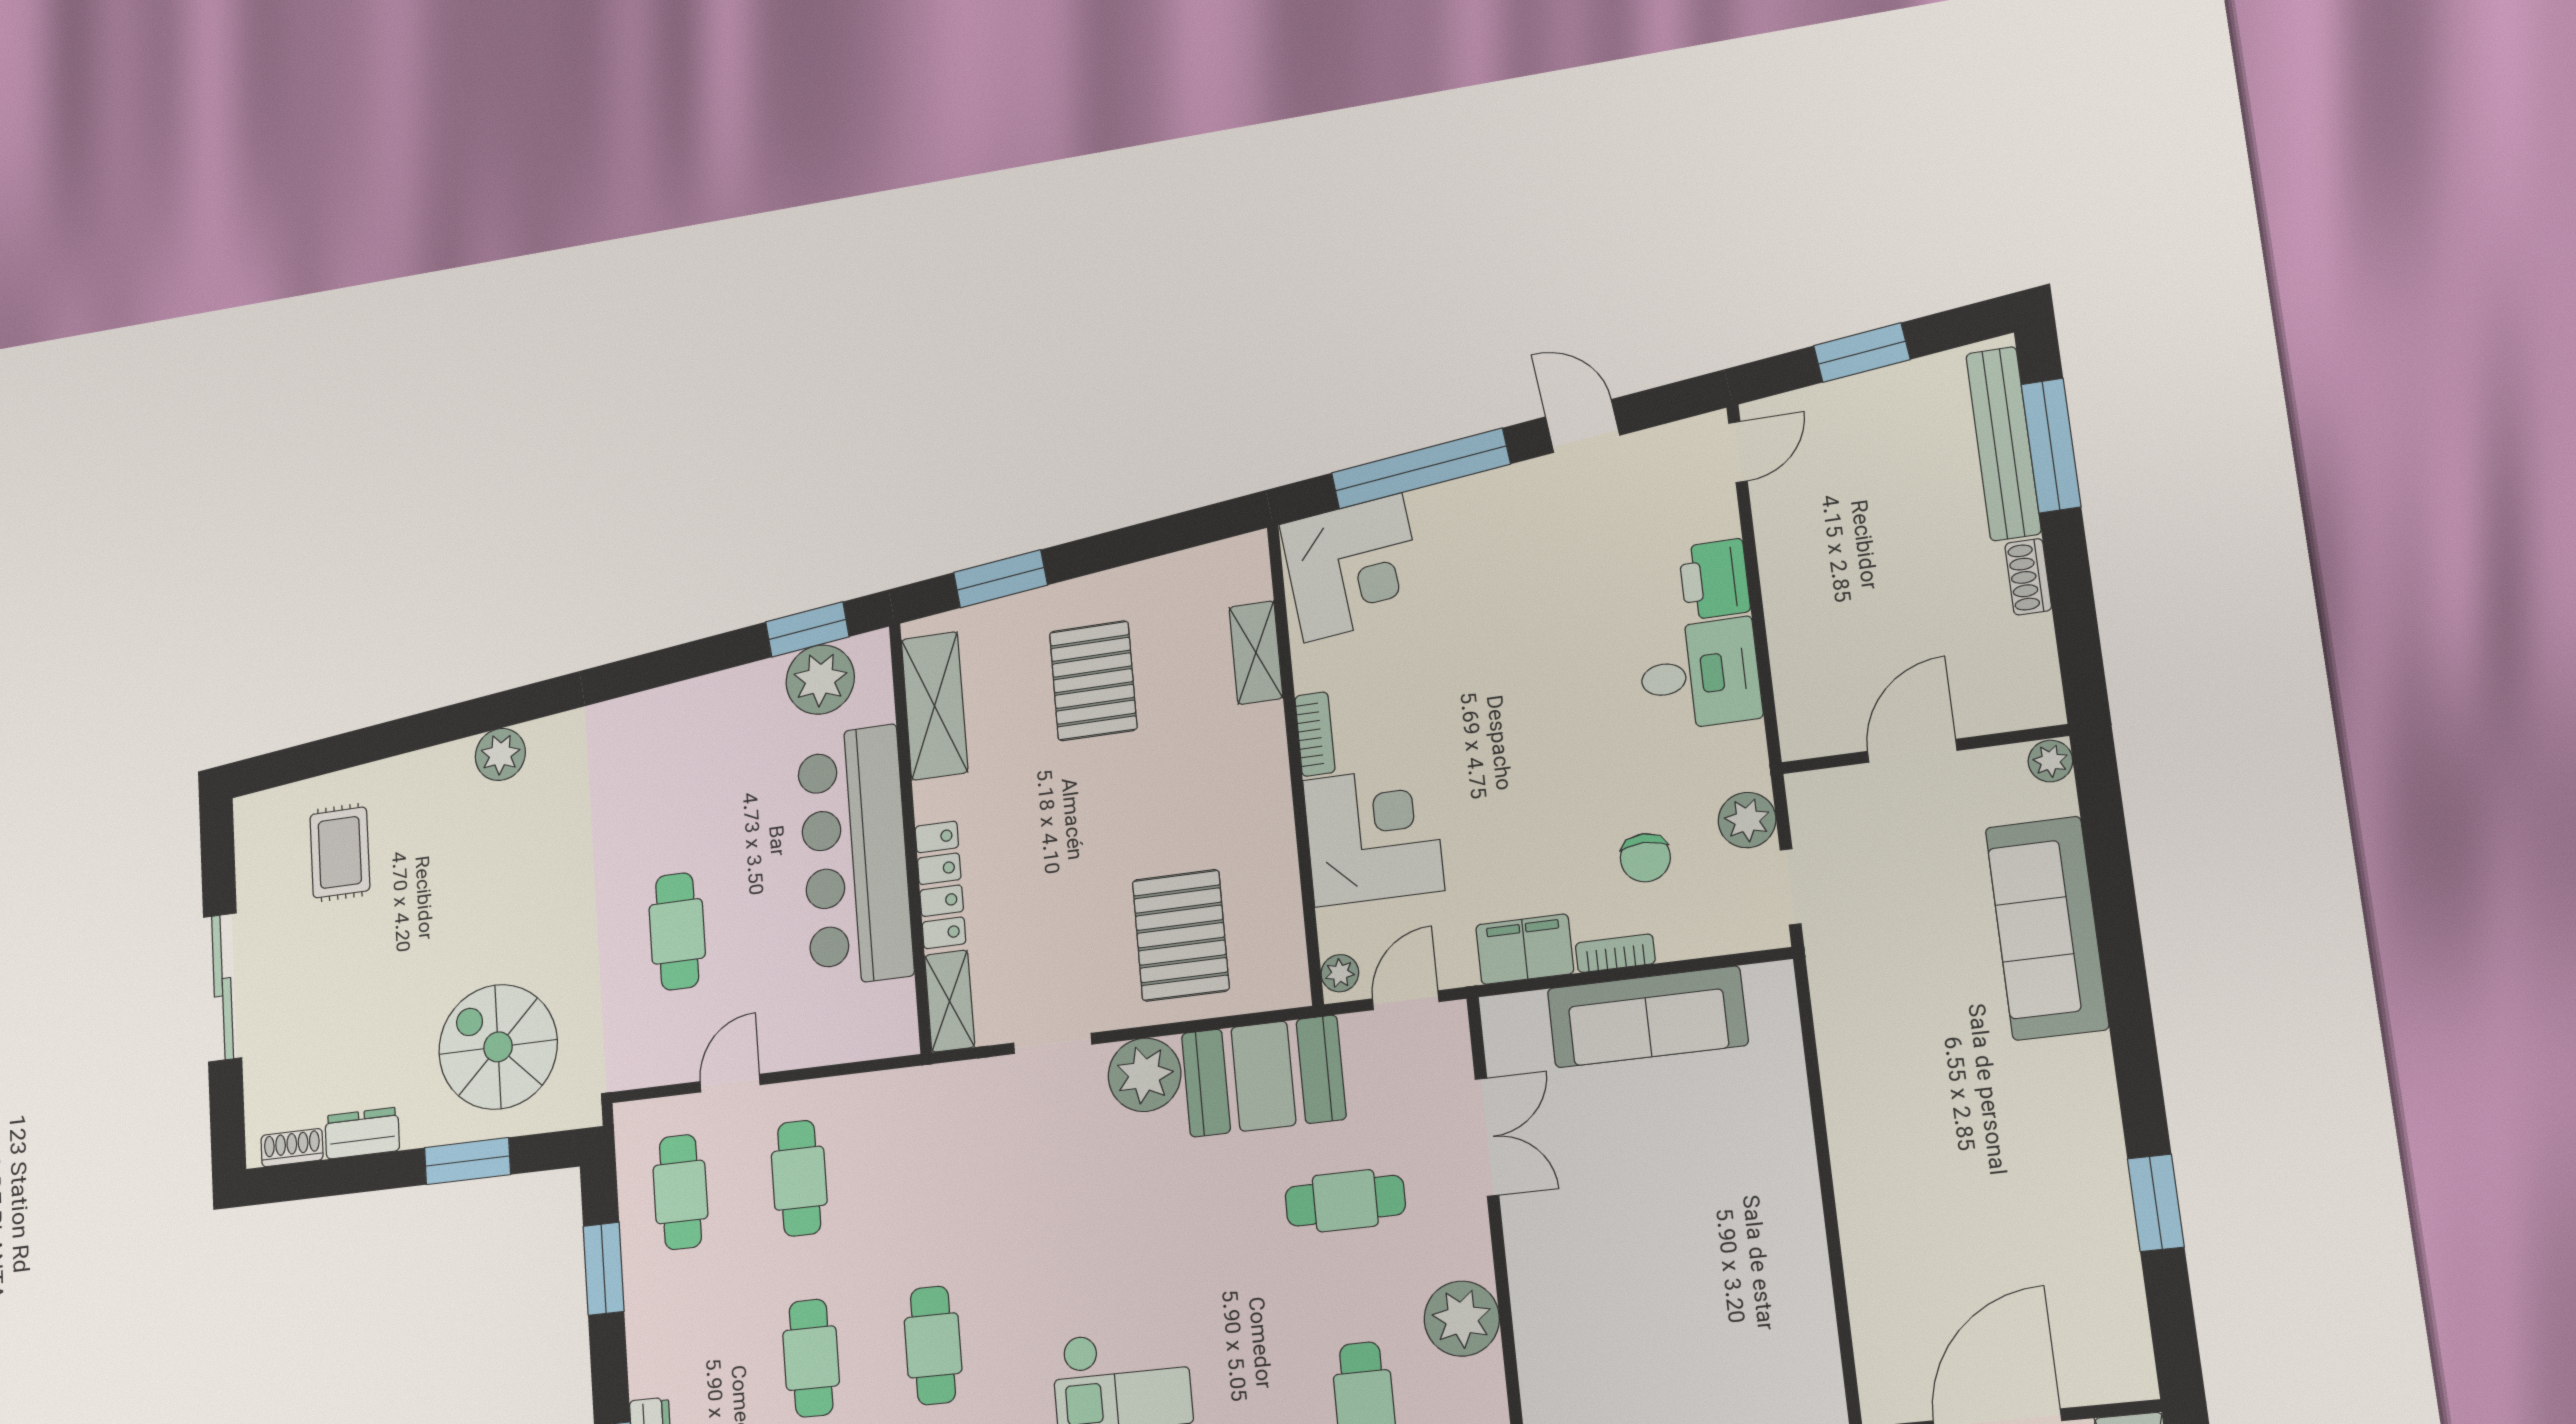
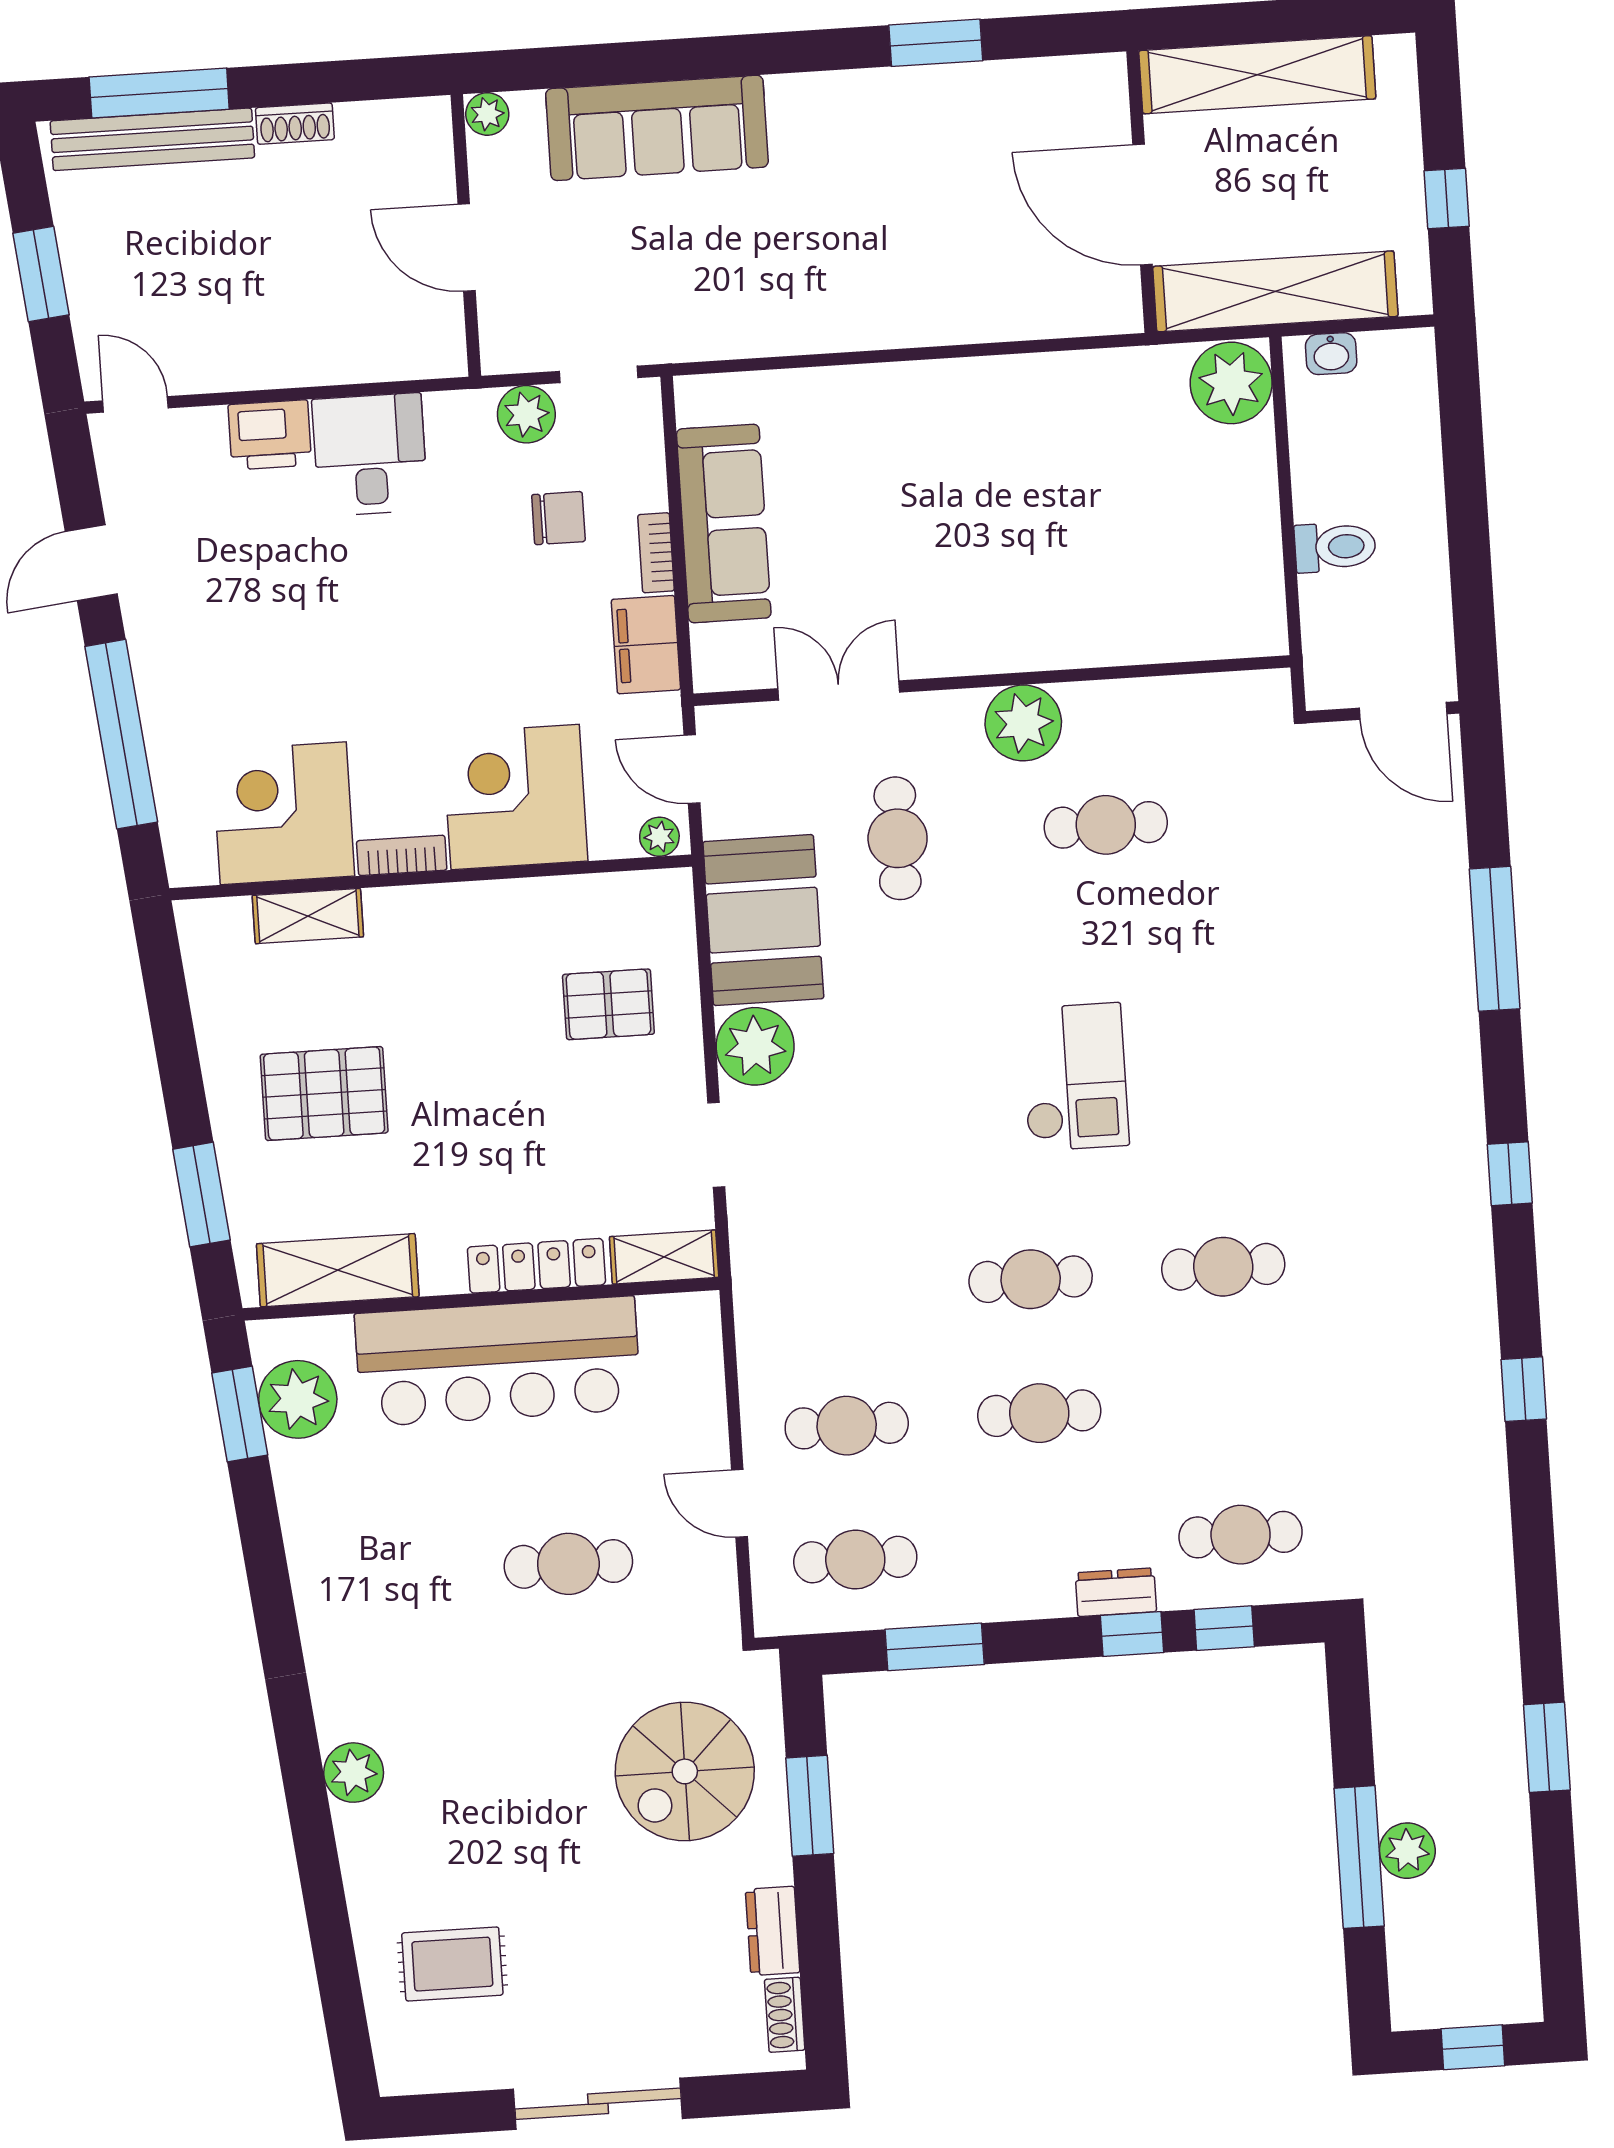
corner desk: (1353, 568) -> (283, 813), moved, turned -84
pallet: (1181, 935) -> (608, 1004), width x0.67, depth x0.71

